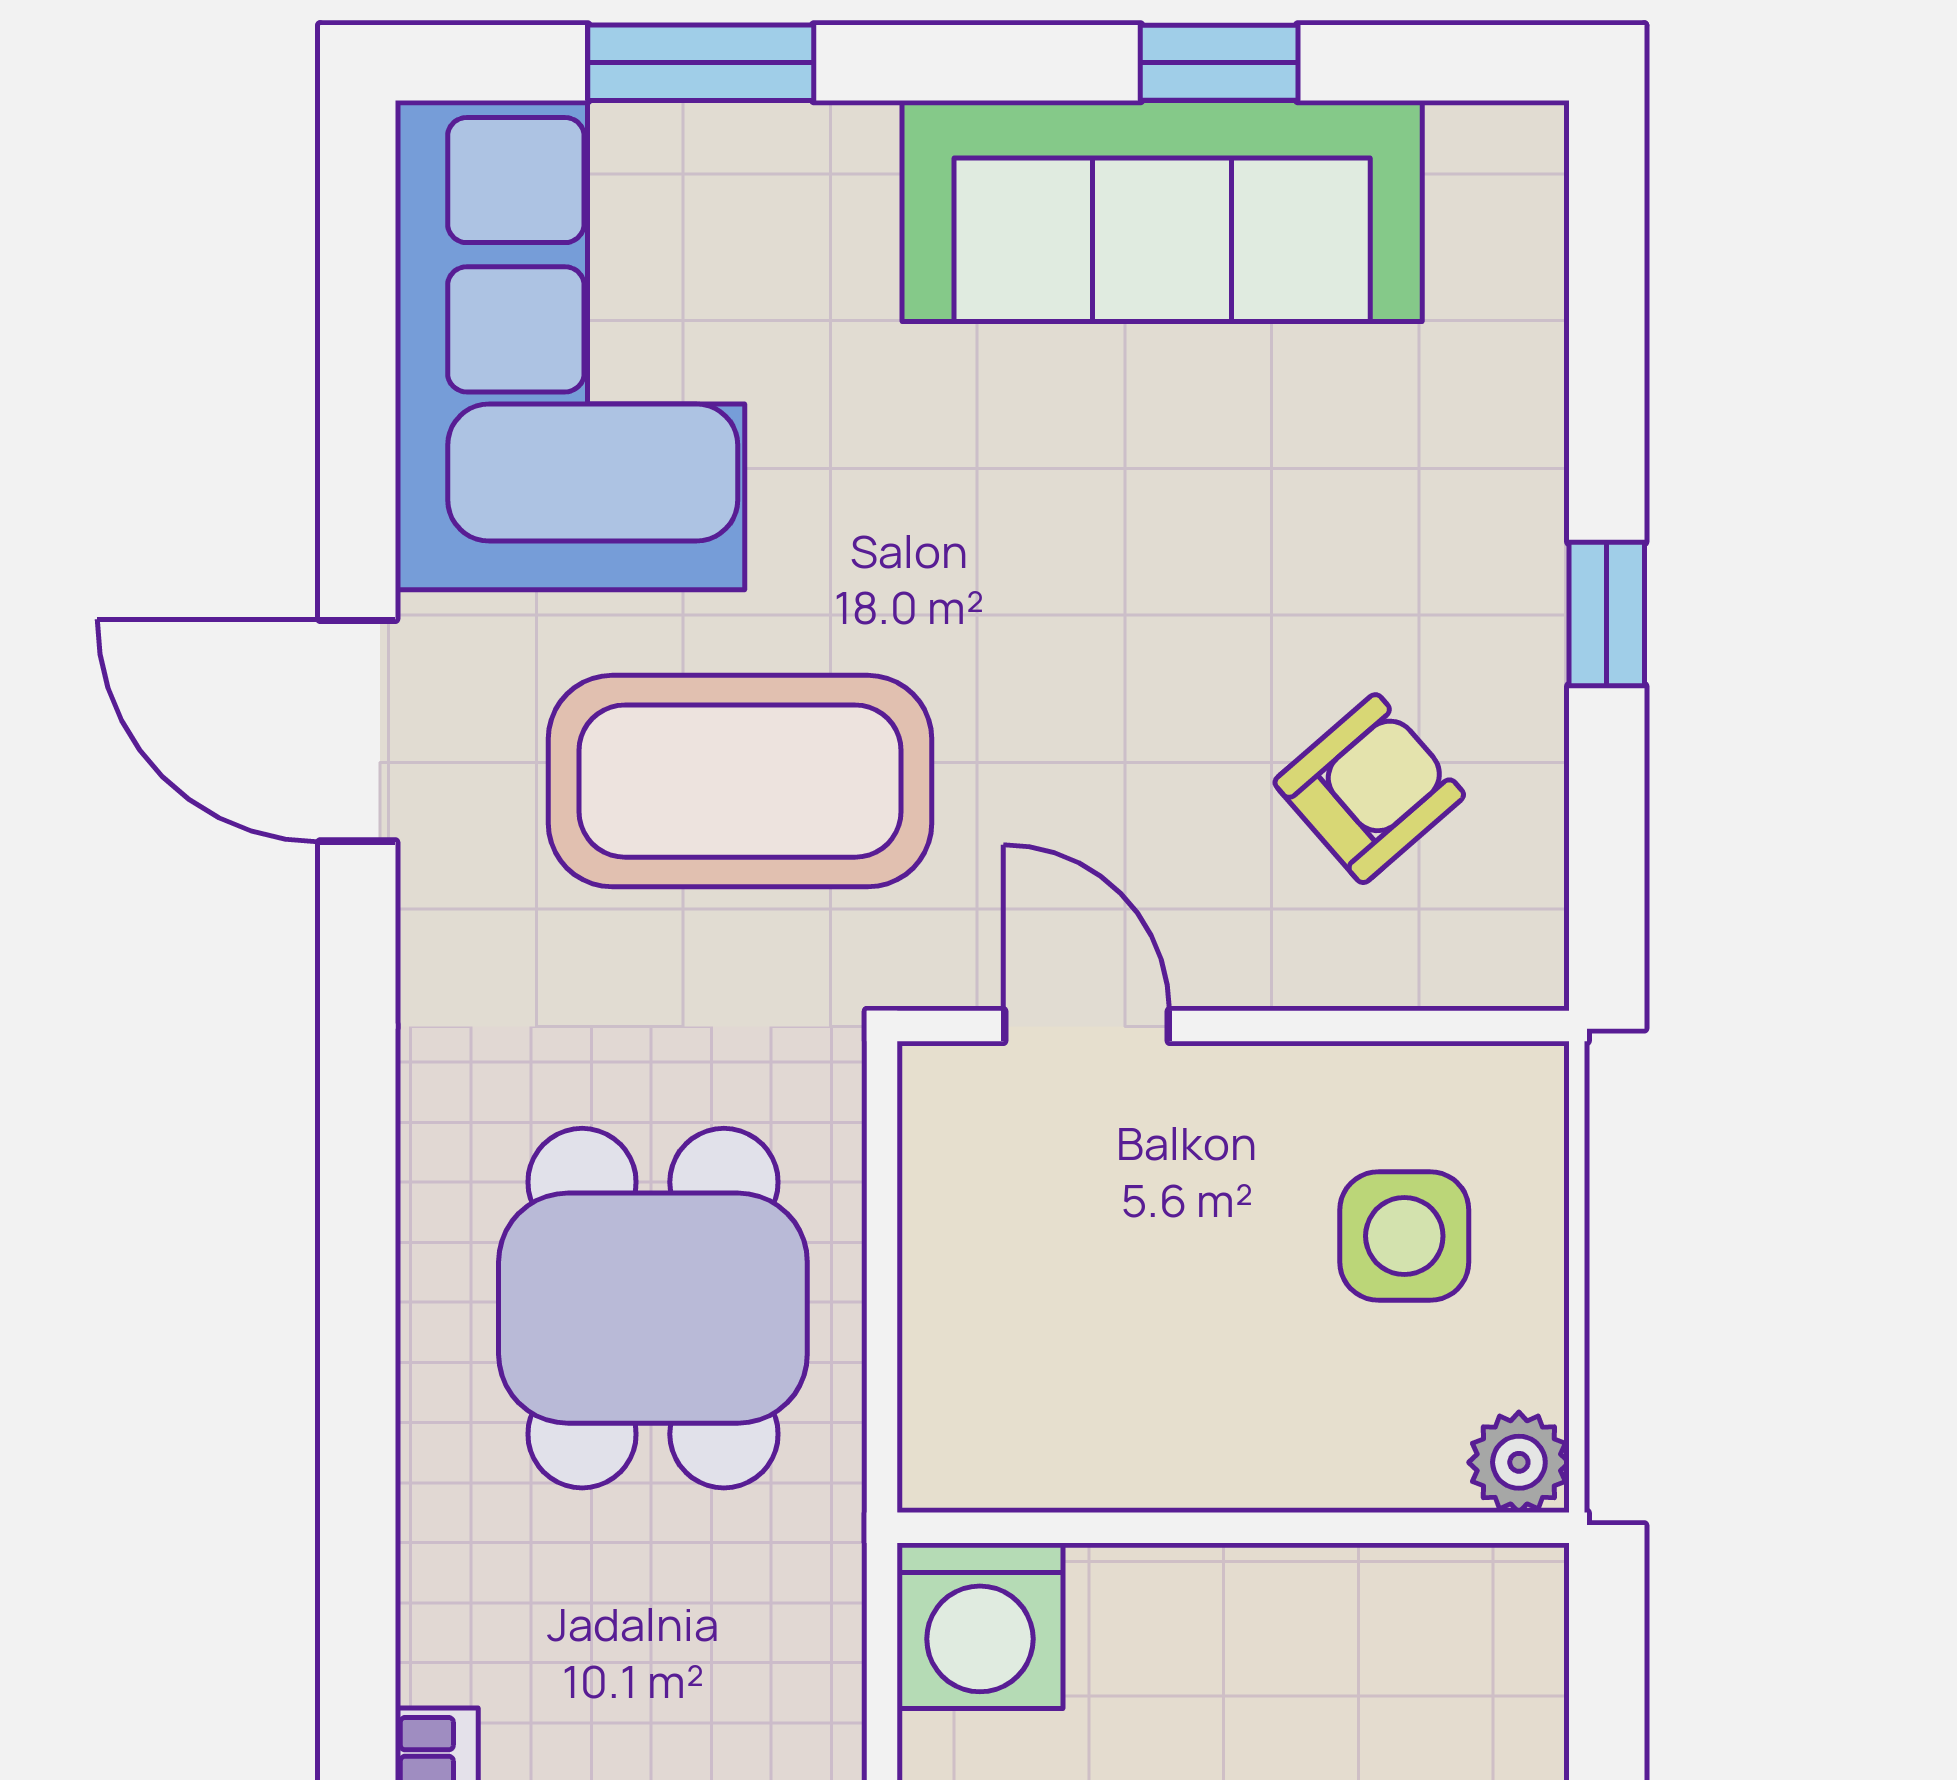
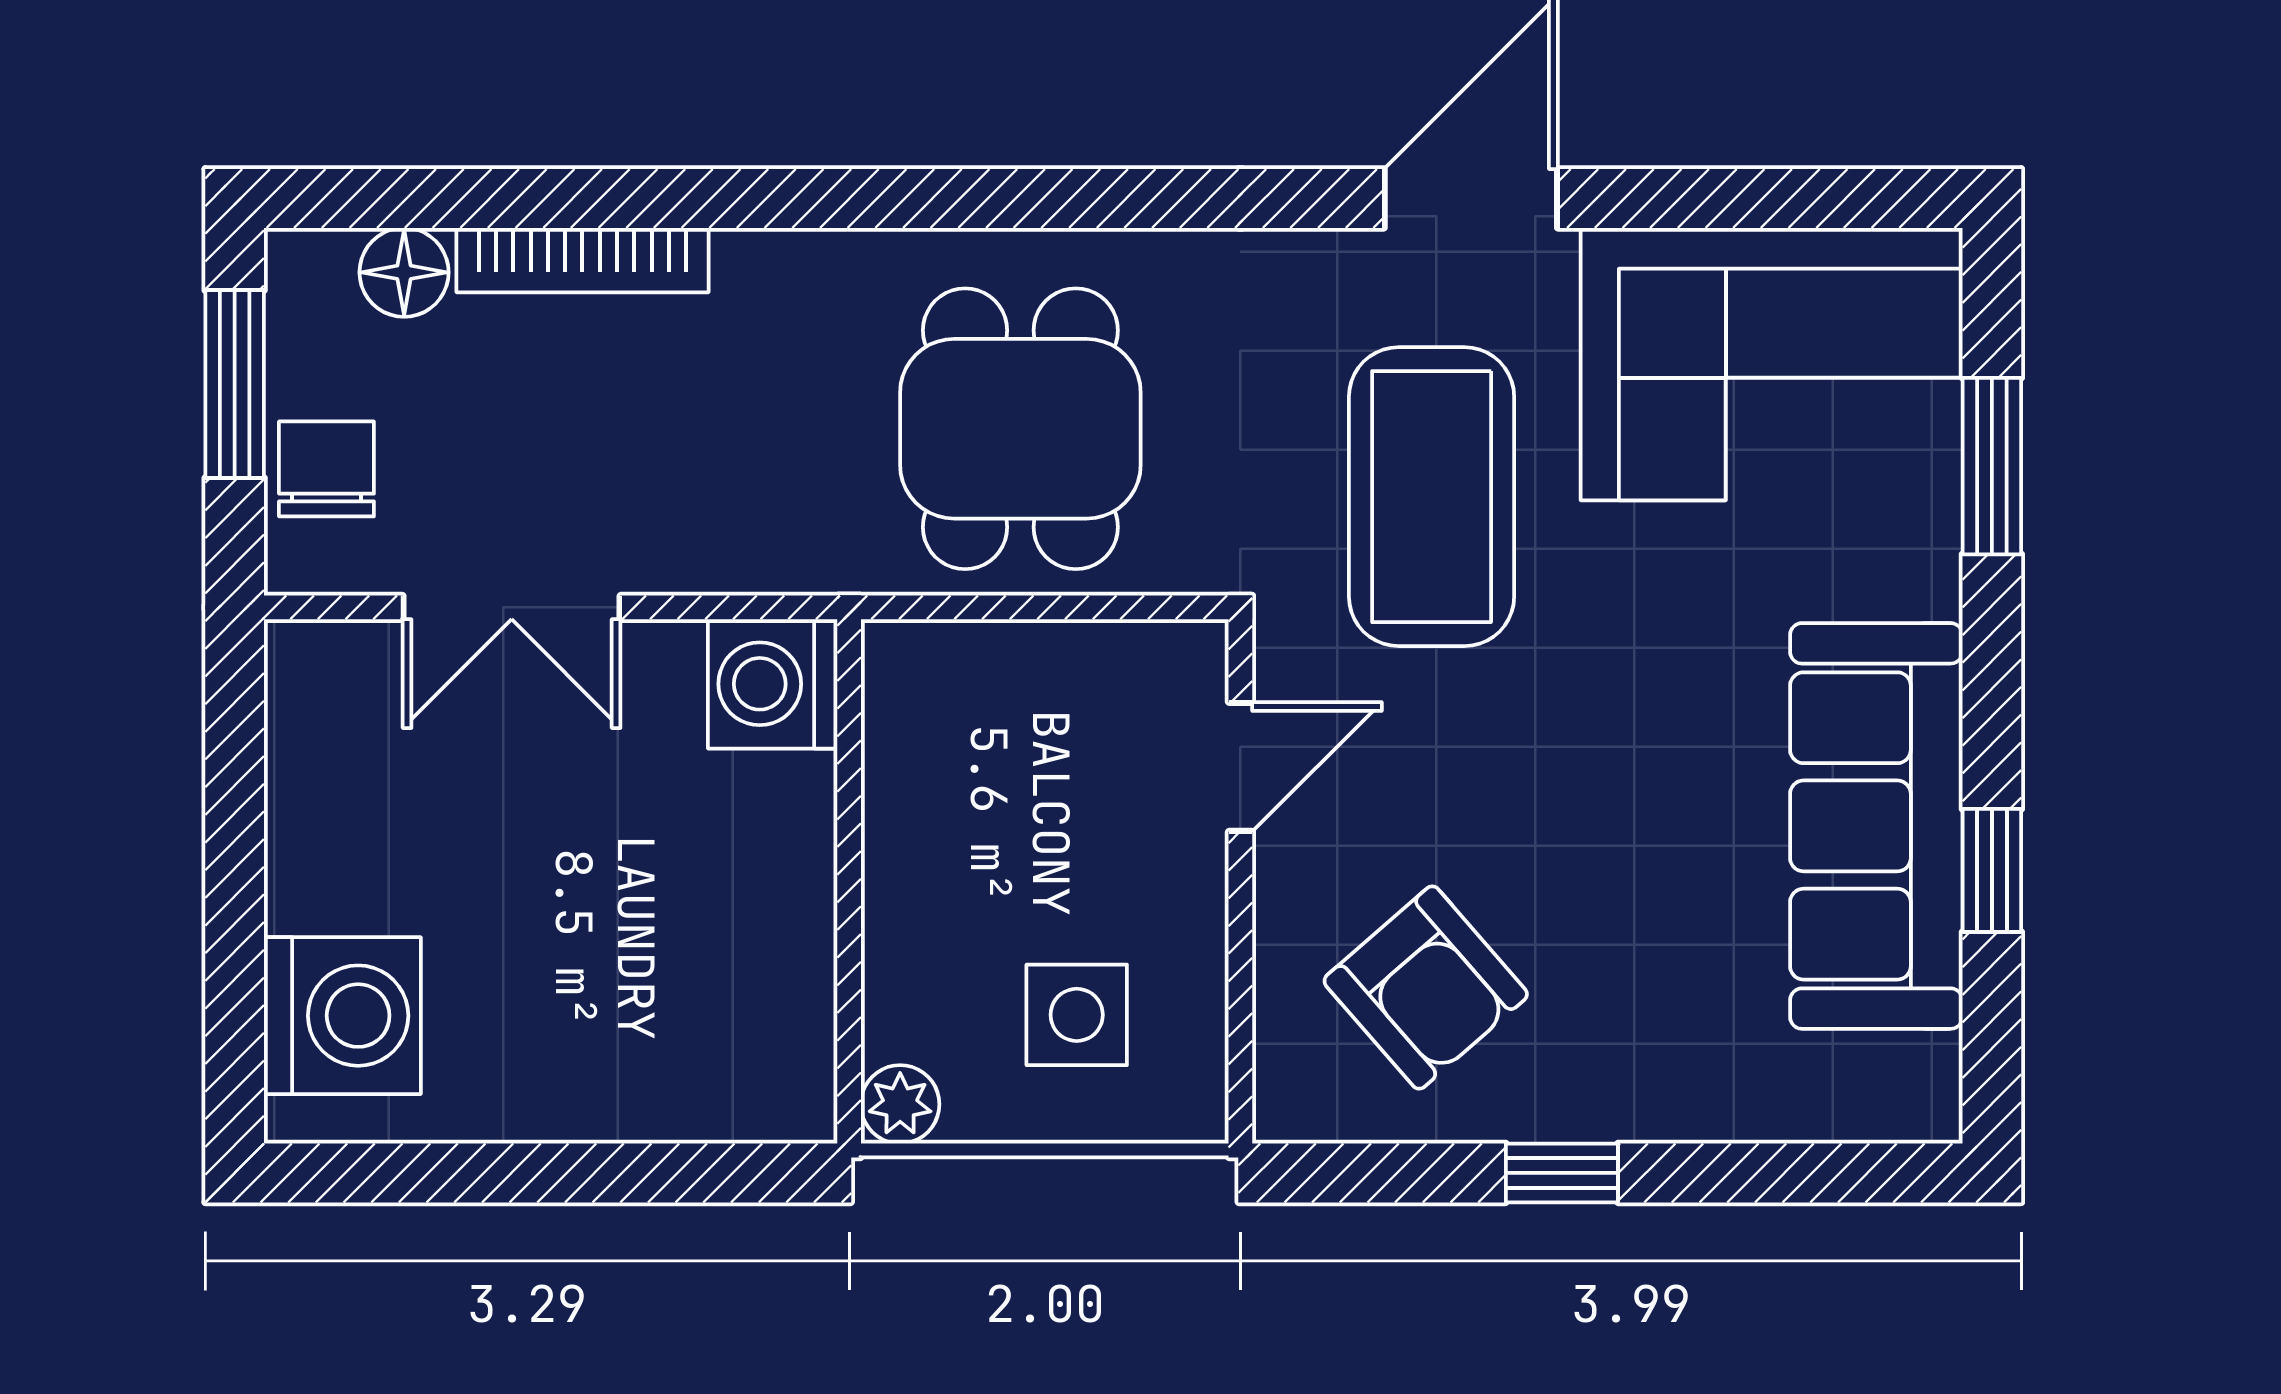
armchair: (1369, 789) -> (1426, 988), width x1.38, depth x1.38
dining table: (653, 1308) -> (1020, 429), turned 90

